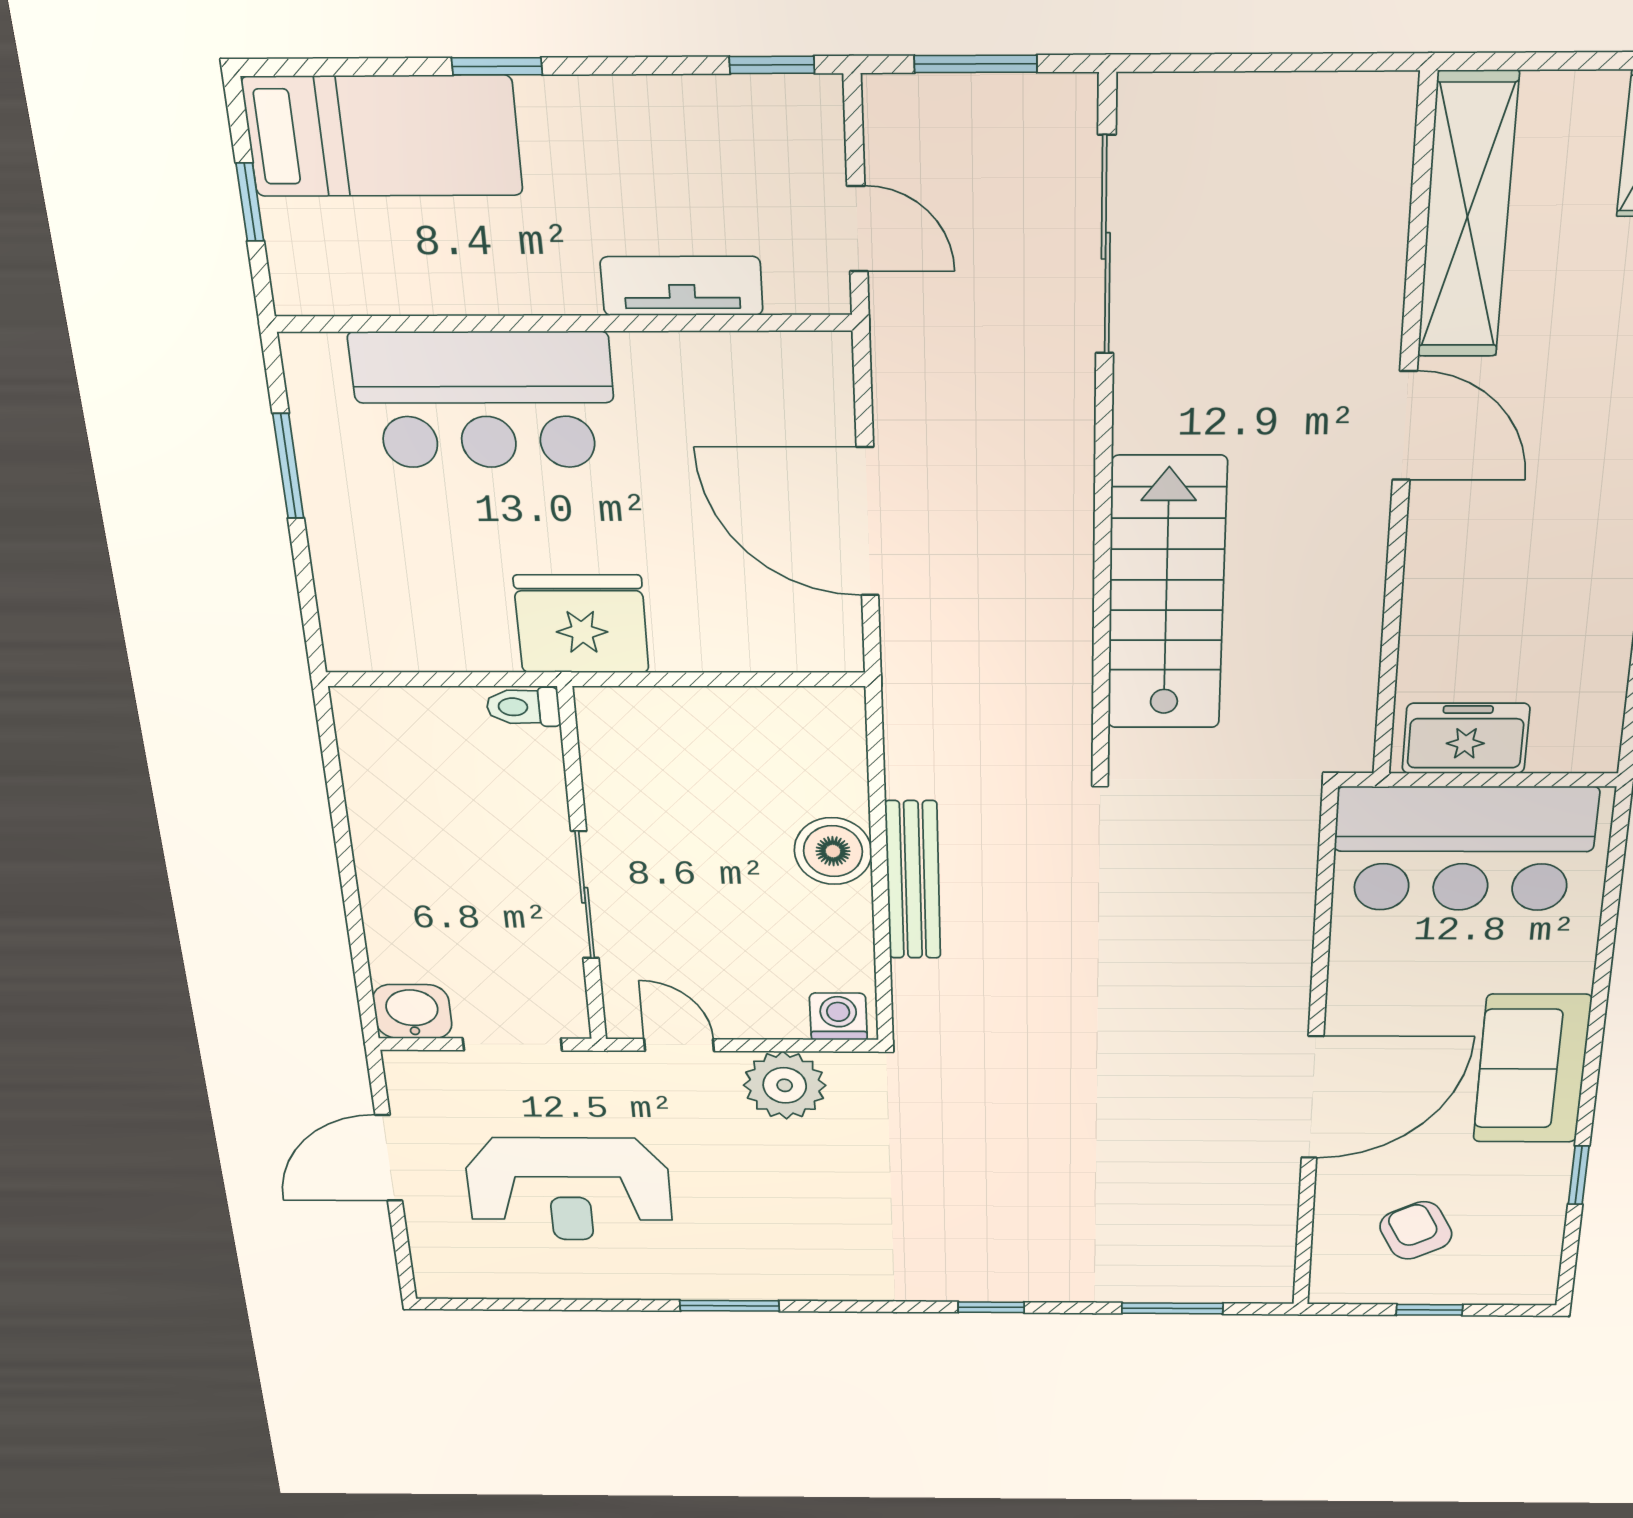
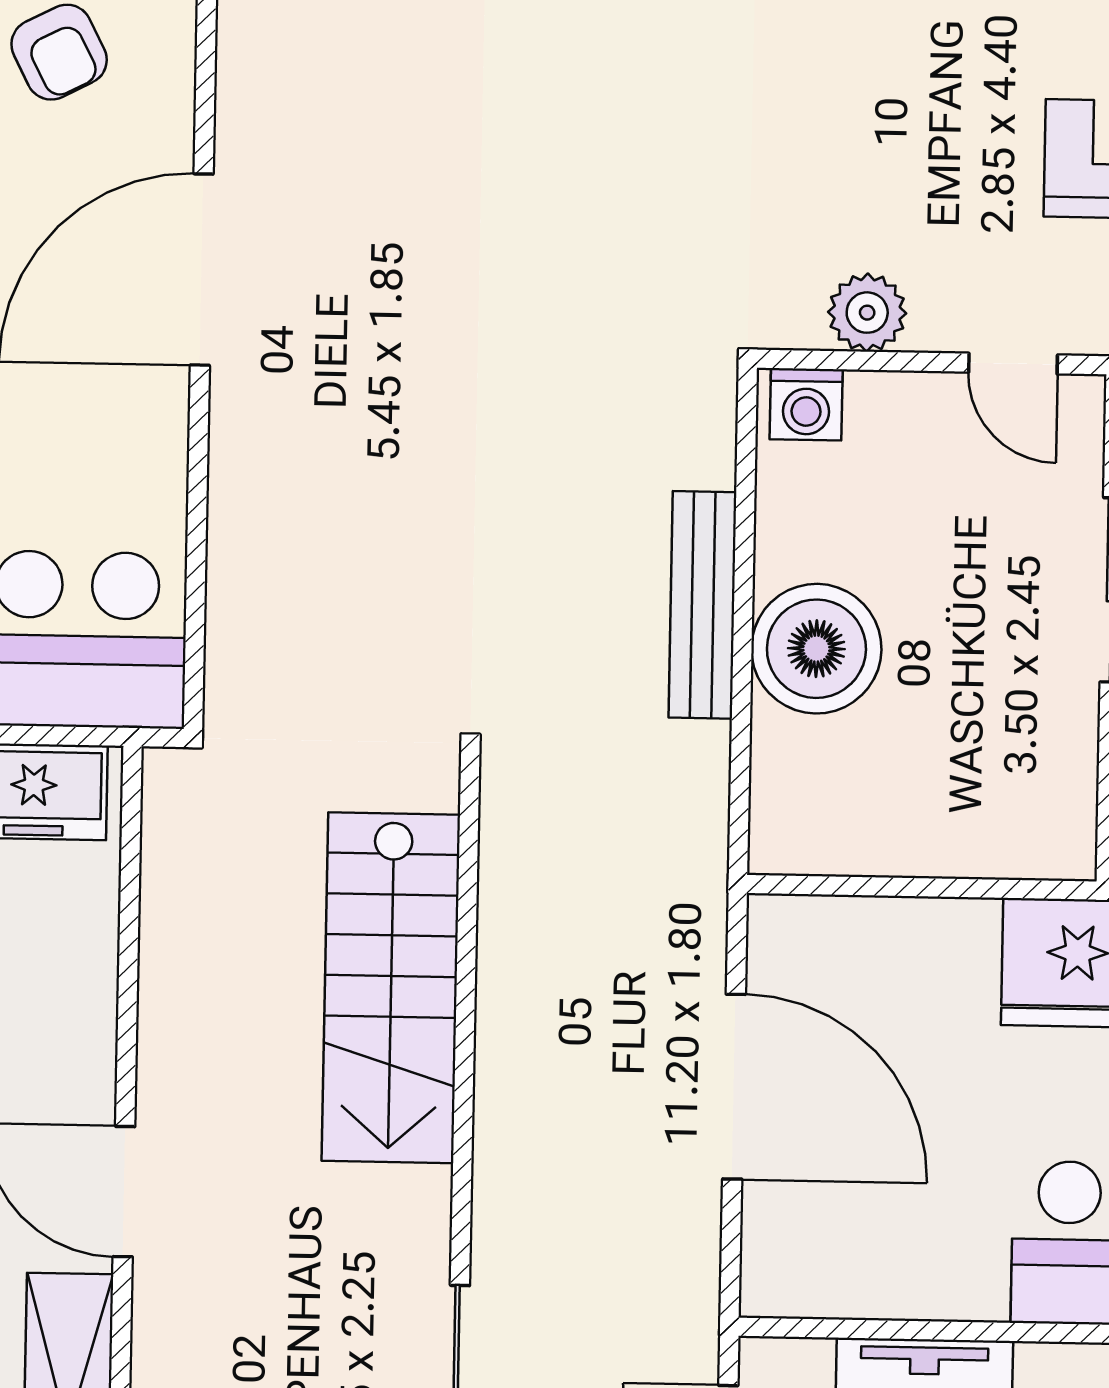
boiler: (833, 851) -> (816, 649), width x1.37, depth x1.37
plant: (785, 1085) -> (867, 313), width x0.73, depth x0.73

